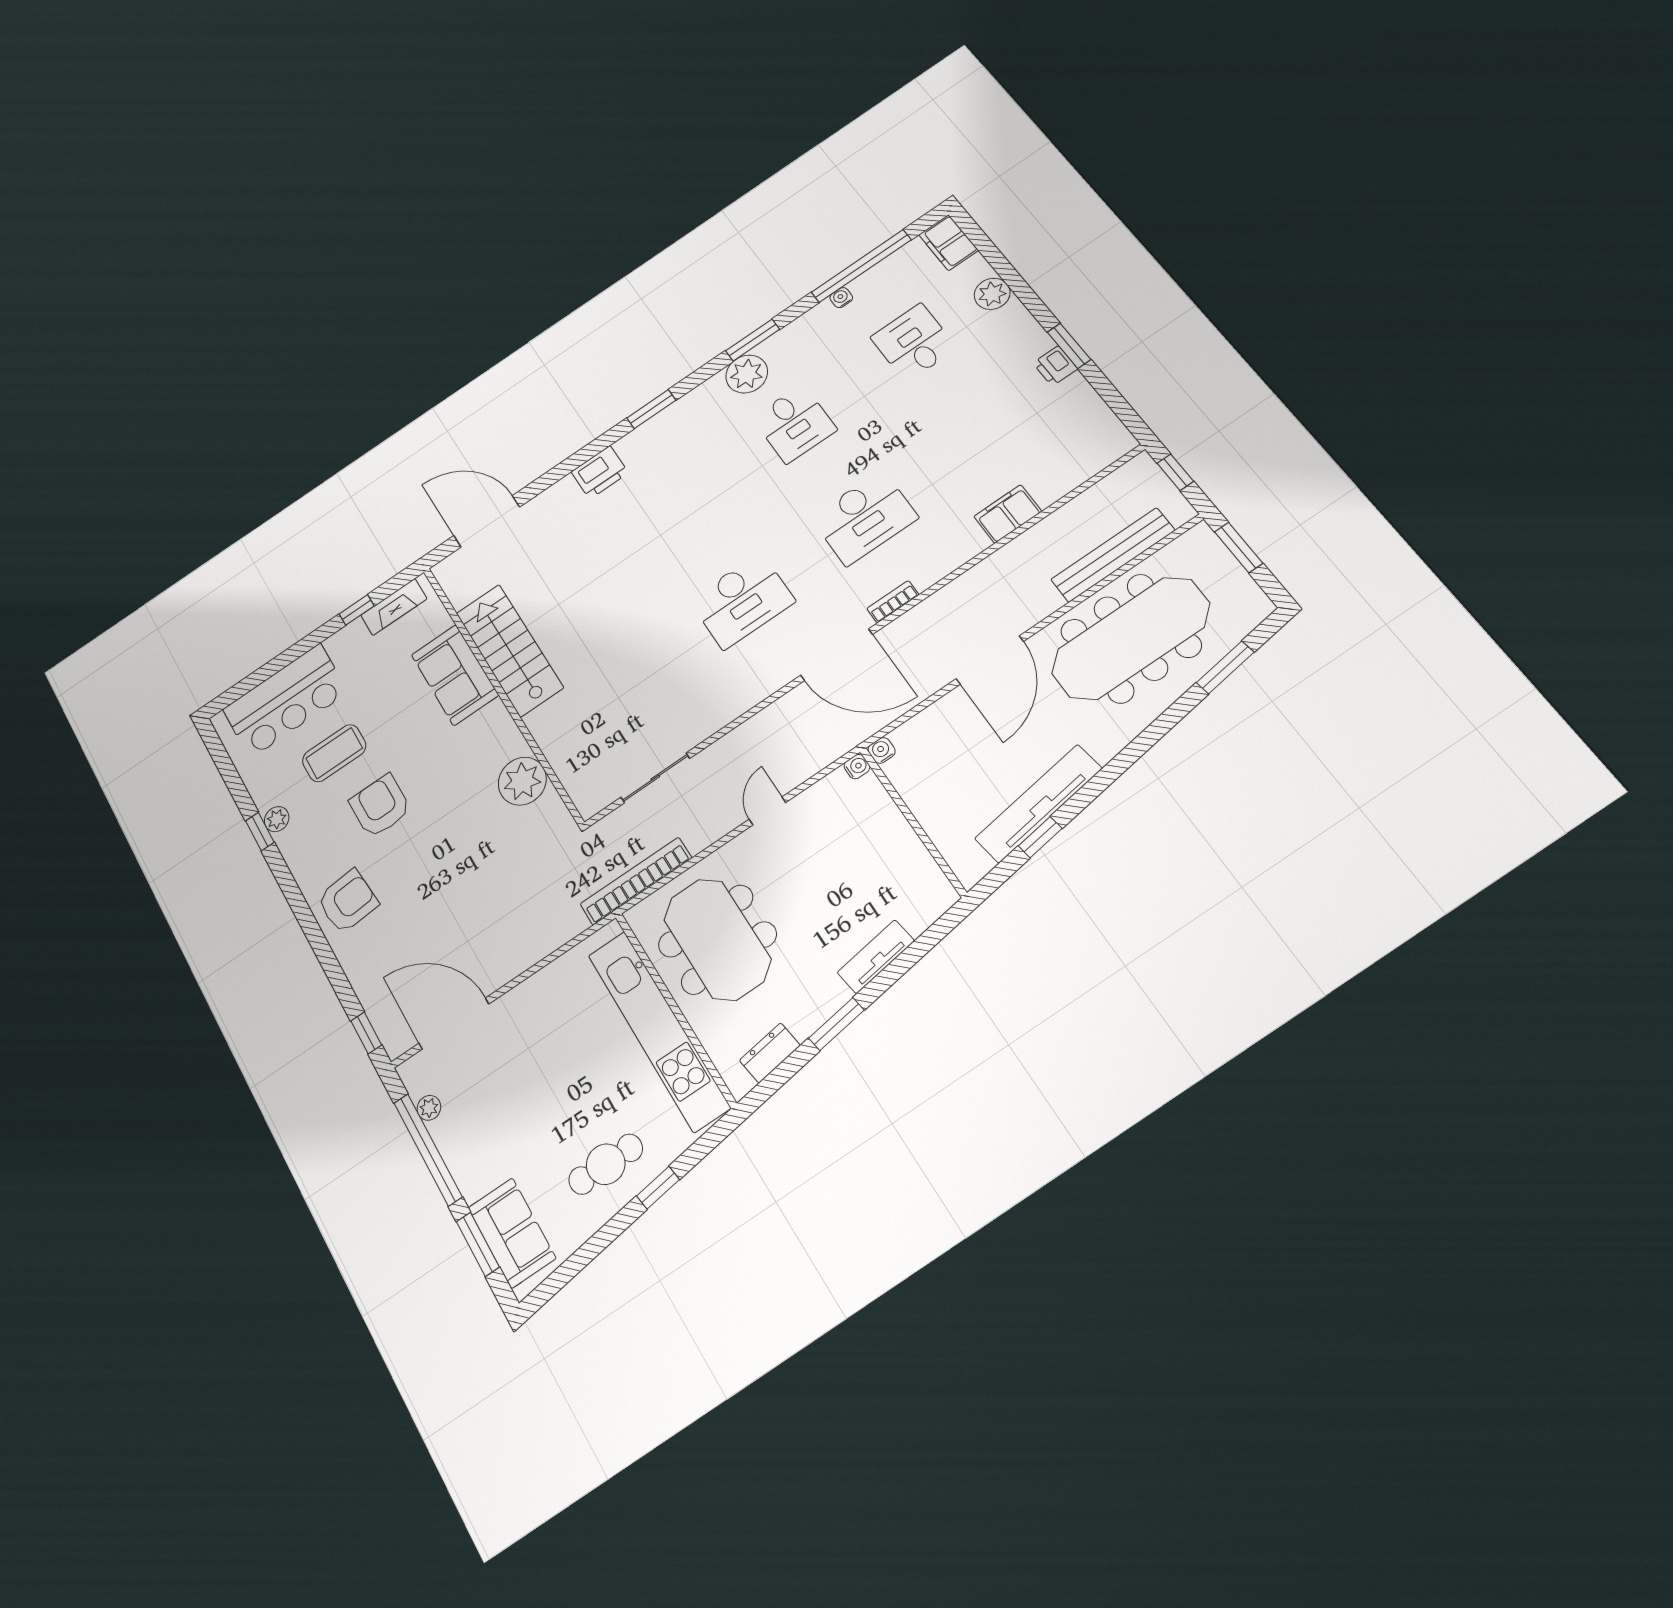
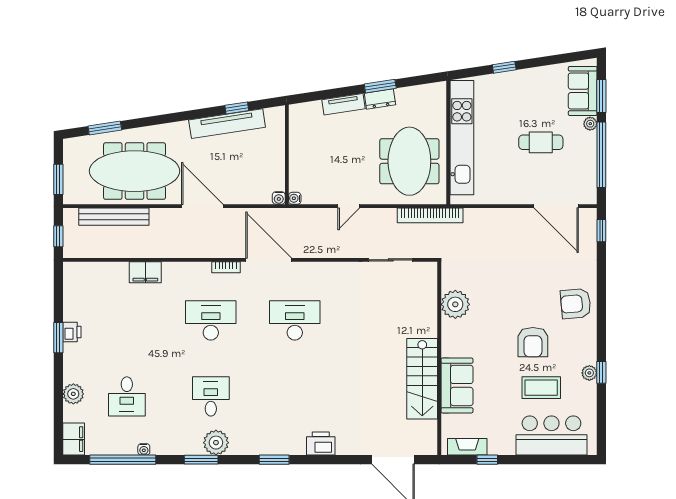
door: (990, 660) -> (202, 206), hinge flipped
dresser: (770, 1053) -> (380, 99), moved
plant: (429, 1108) -> (590, 124), moved
cafe table: (606, 1164) -> (541, 142), moved

